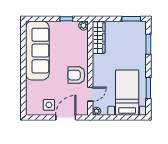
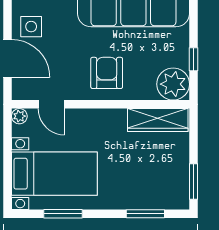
plant: (83, 25) -> (173, 84), width x1.88, depth x1.88
armchair: (76, 75) -> (107, 73), moved

